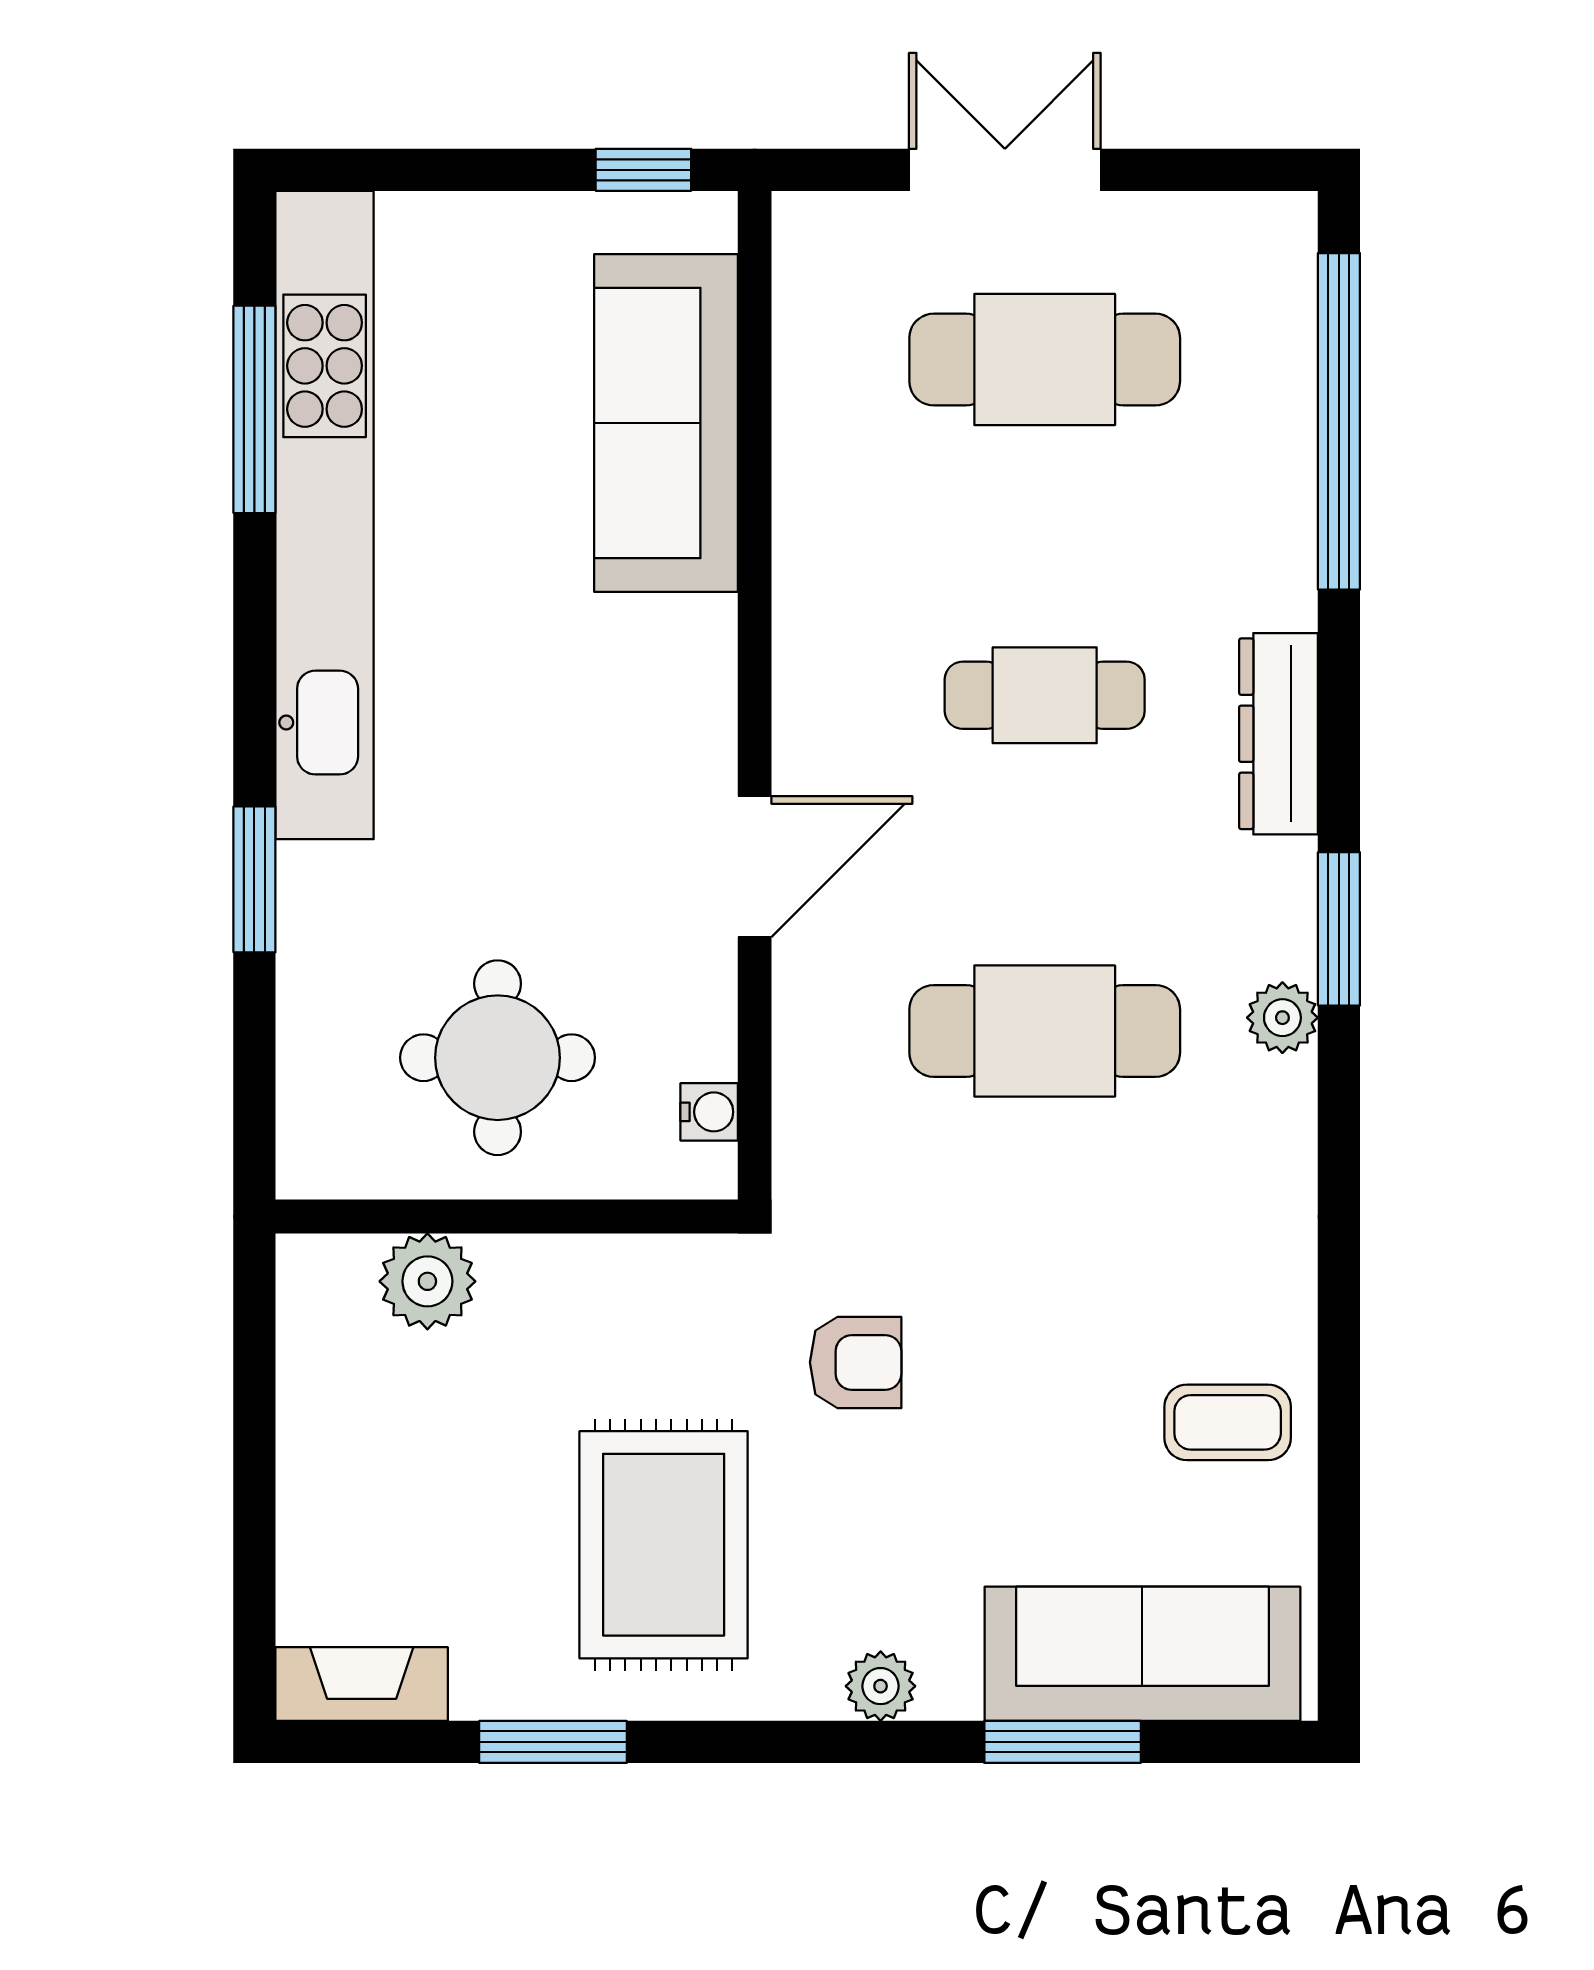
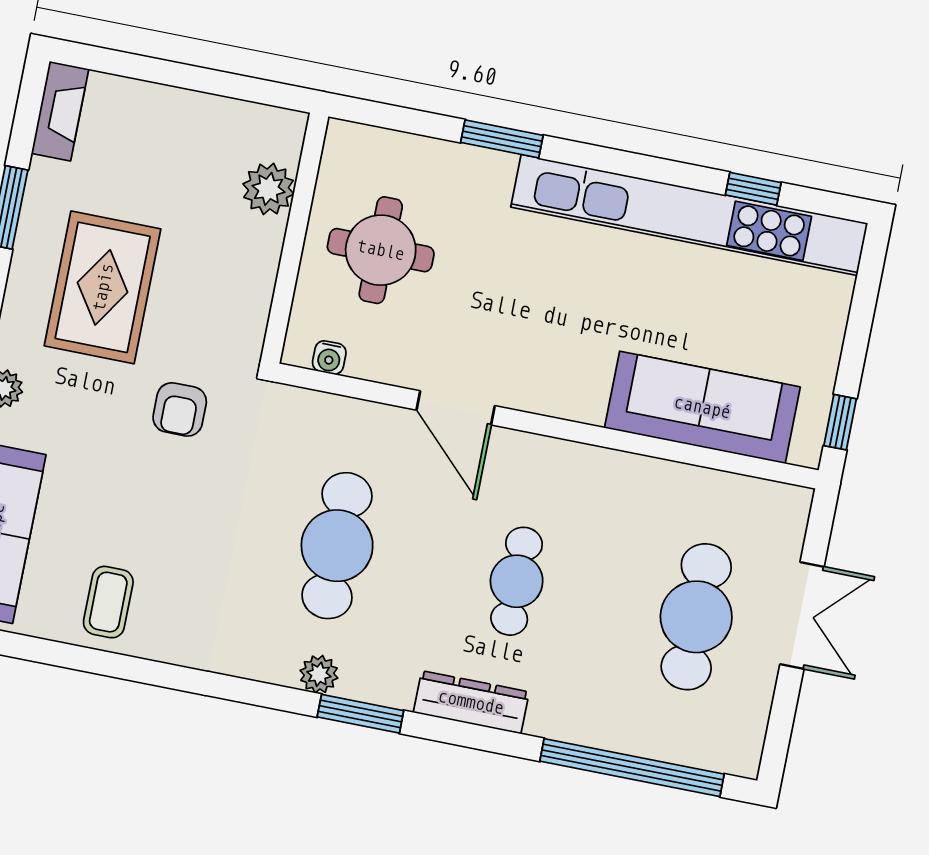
window: (254, 409) -> (753, 189), width x0.46
rug: (664, 1545) -> (103, 287), turned 90

